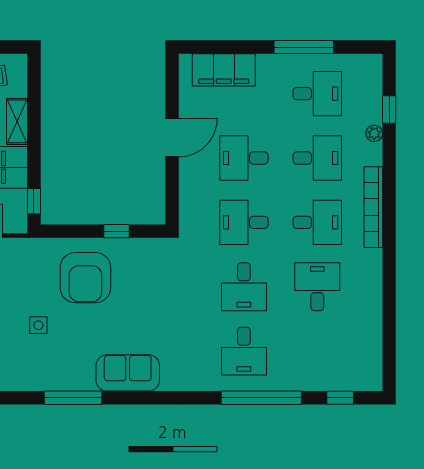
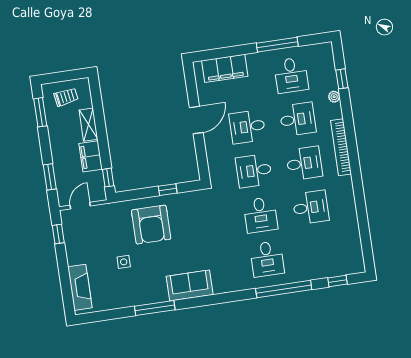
desk: (317, 94) -> (291, 75), turned 90
desk: (317, 287) -> (311, 207), turned 90

